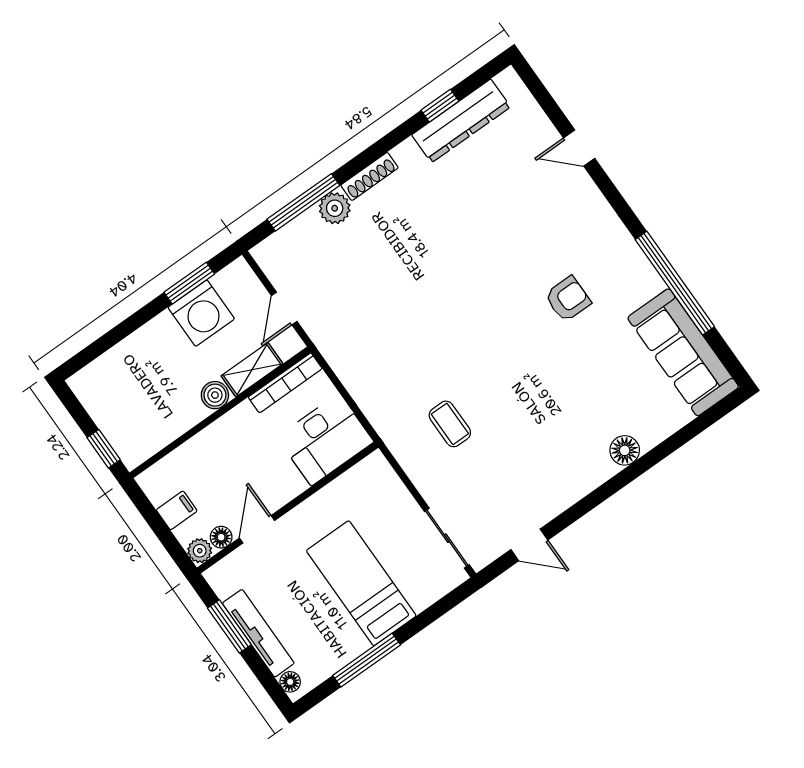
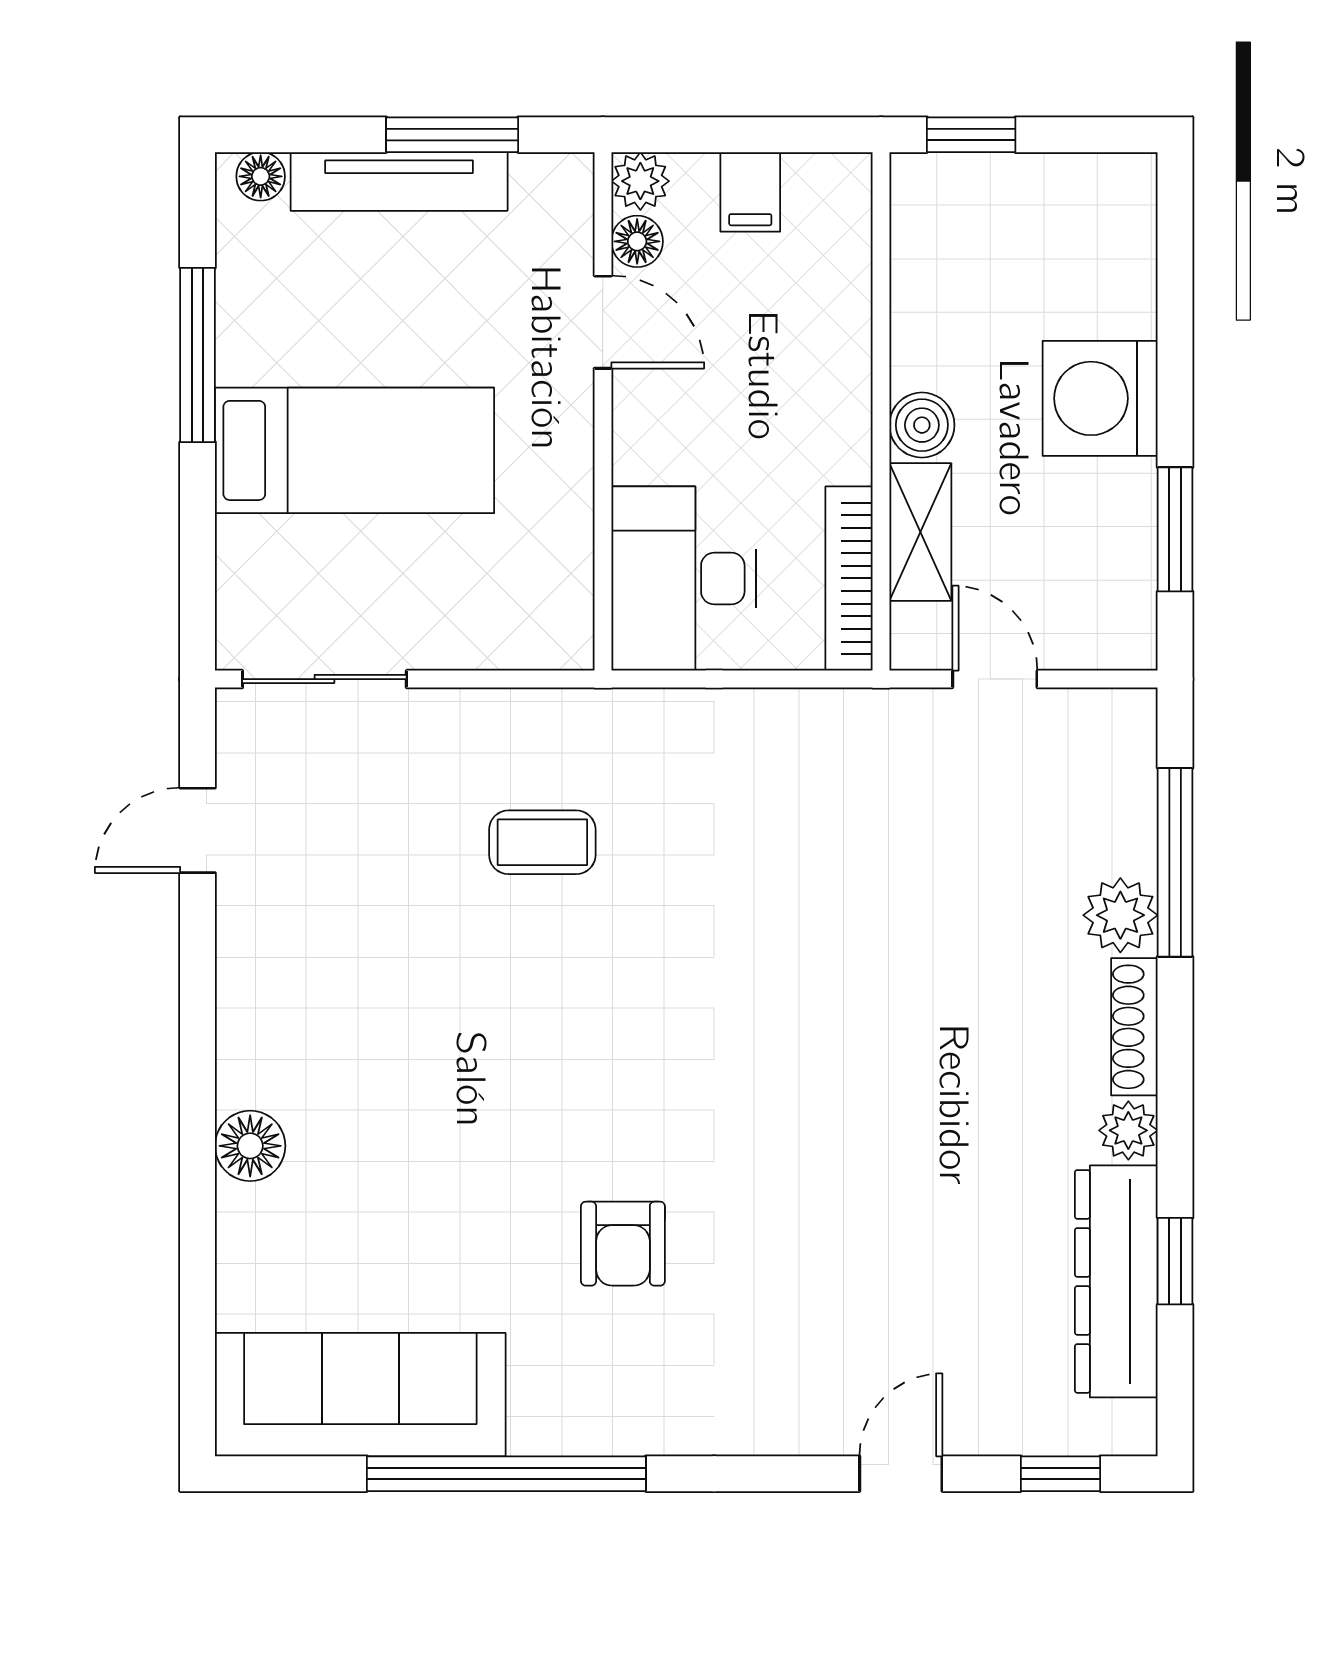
window: (540, 93) -> (1061, 1474), added
plant: (406, 153) -> (1128, 1130), added
washing machine: (201, 313) -> (1100, 398), moved

